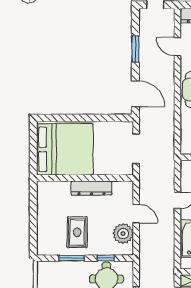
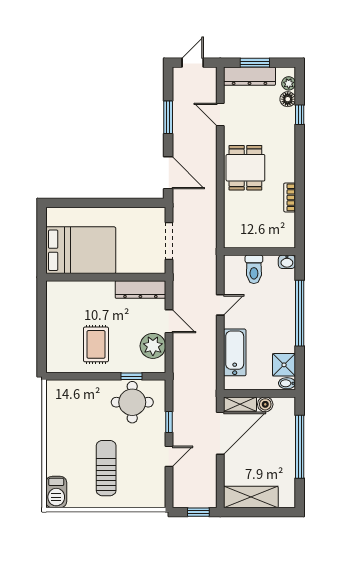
bed: (65, 149) -> (81, 250), width x0.73
dresser: (91, 188) -> (140, 290), moved
window: (72, 258) -> (89, 376), removed

